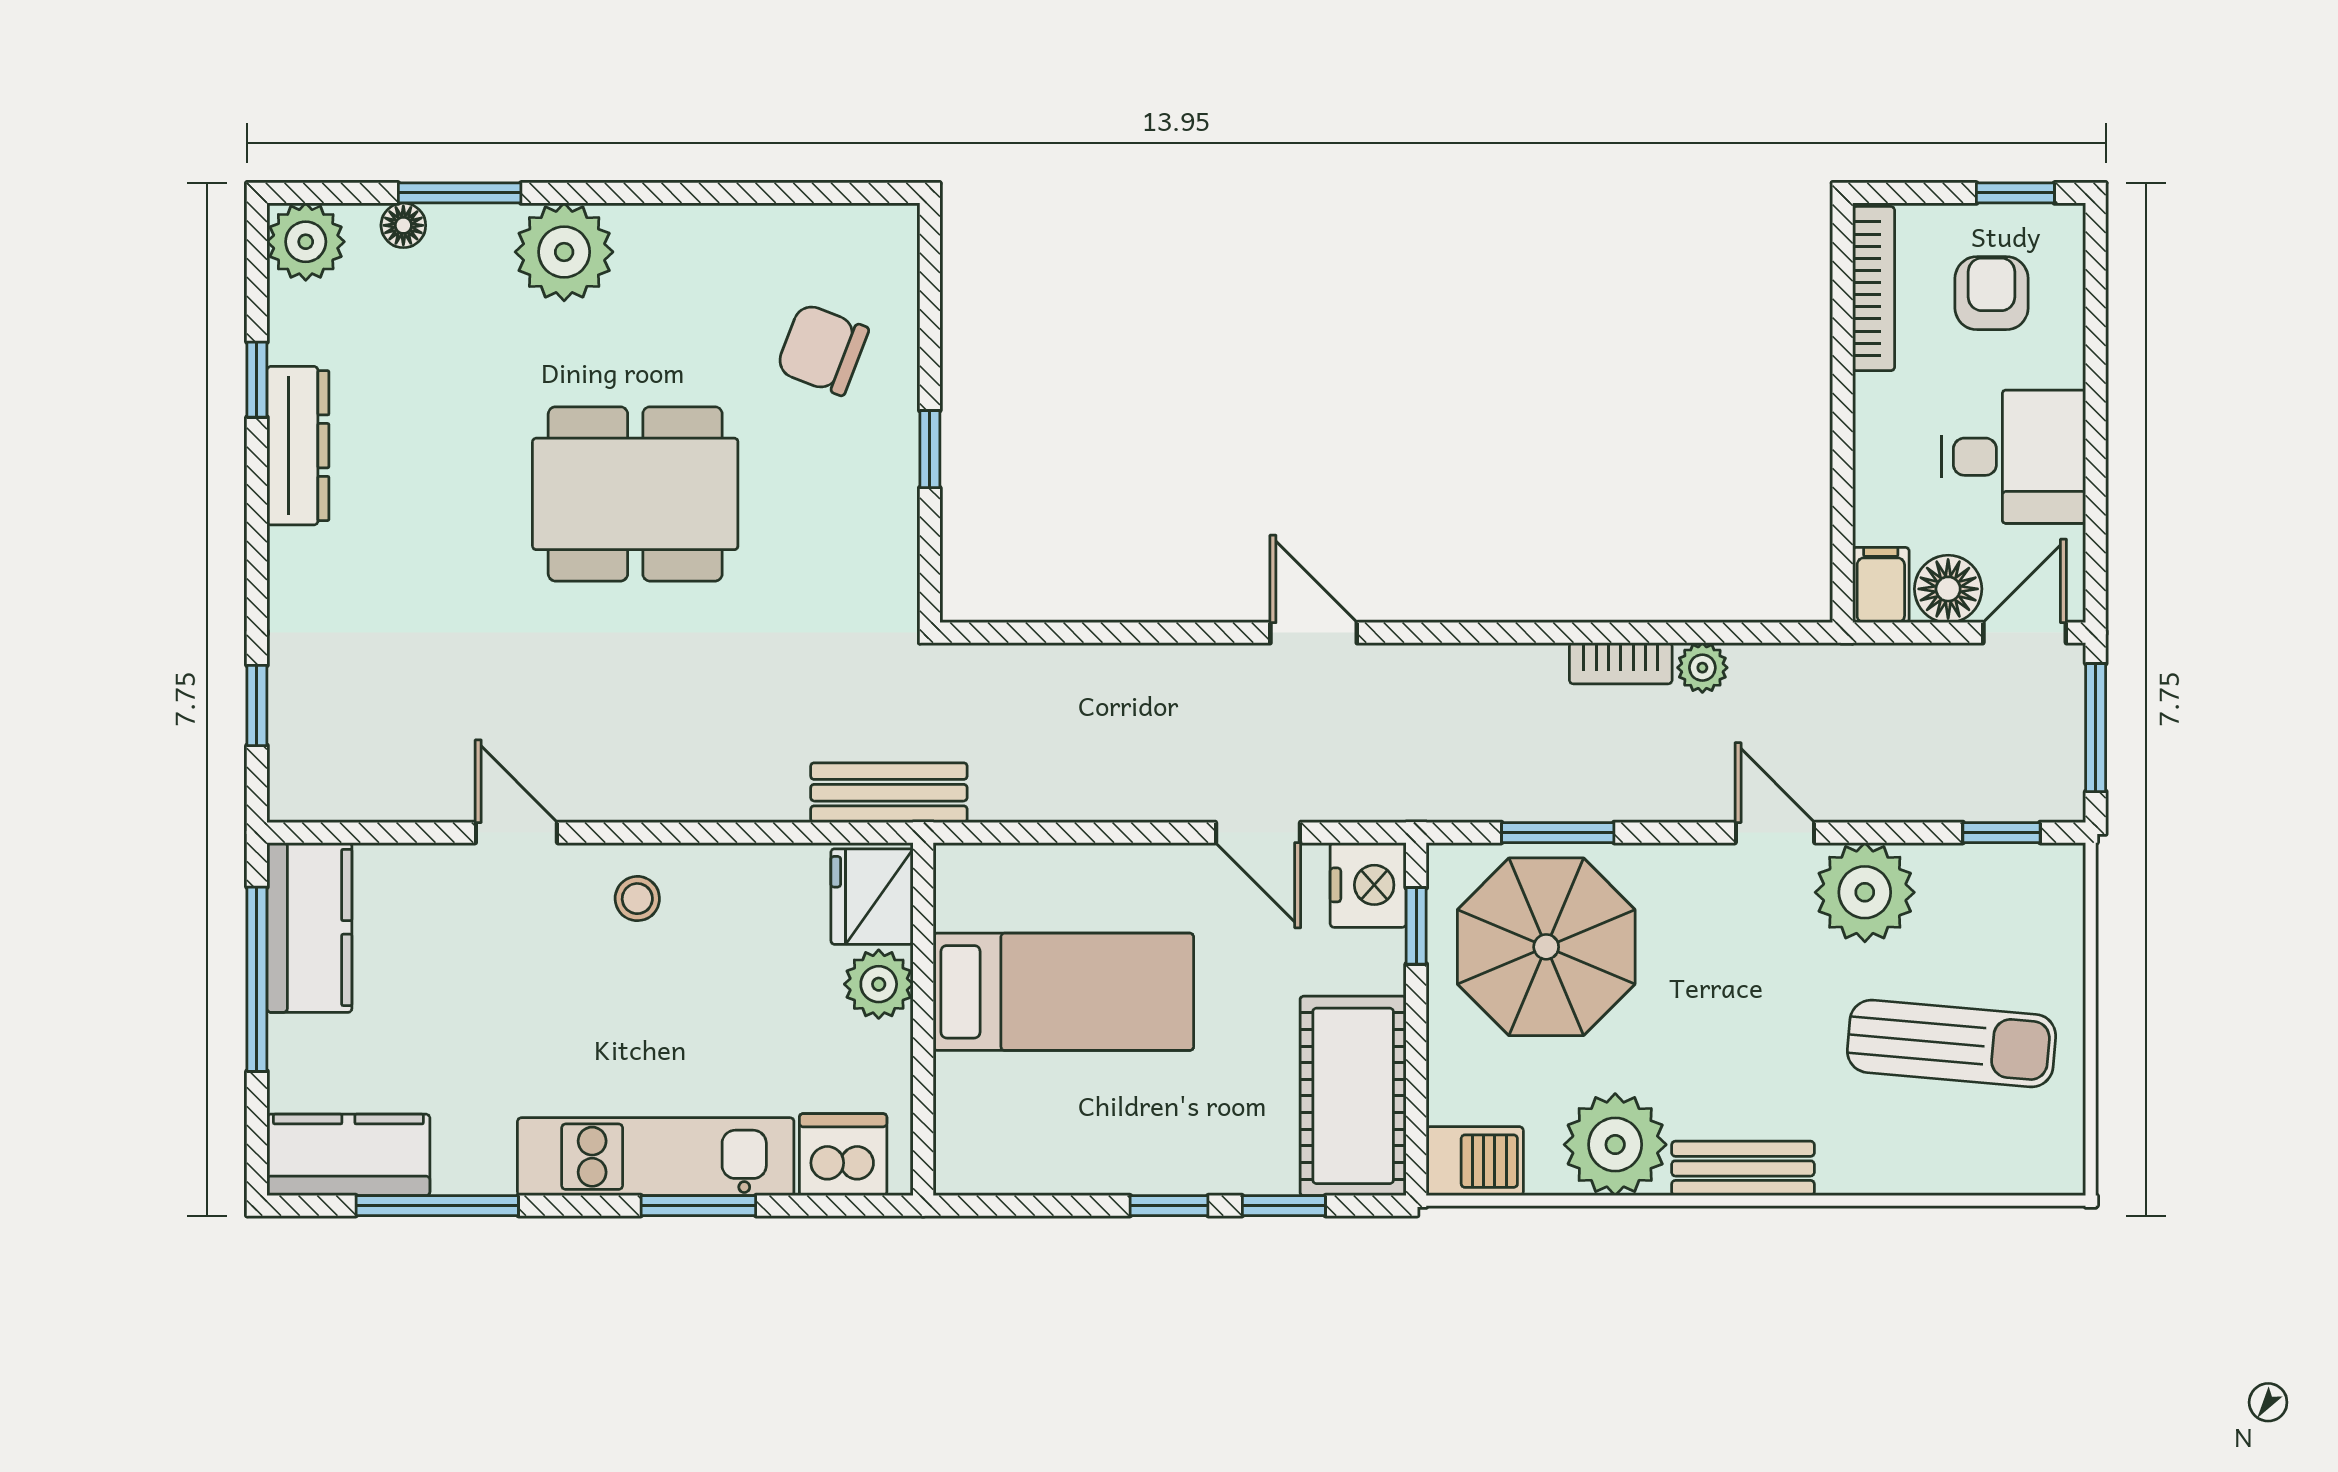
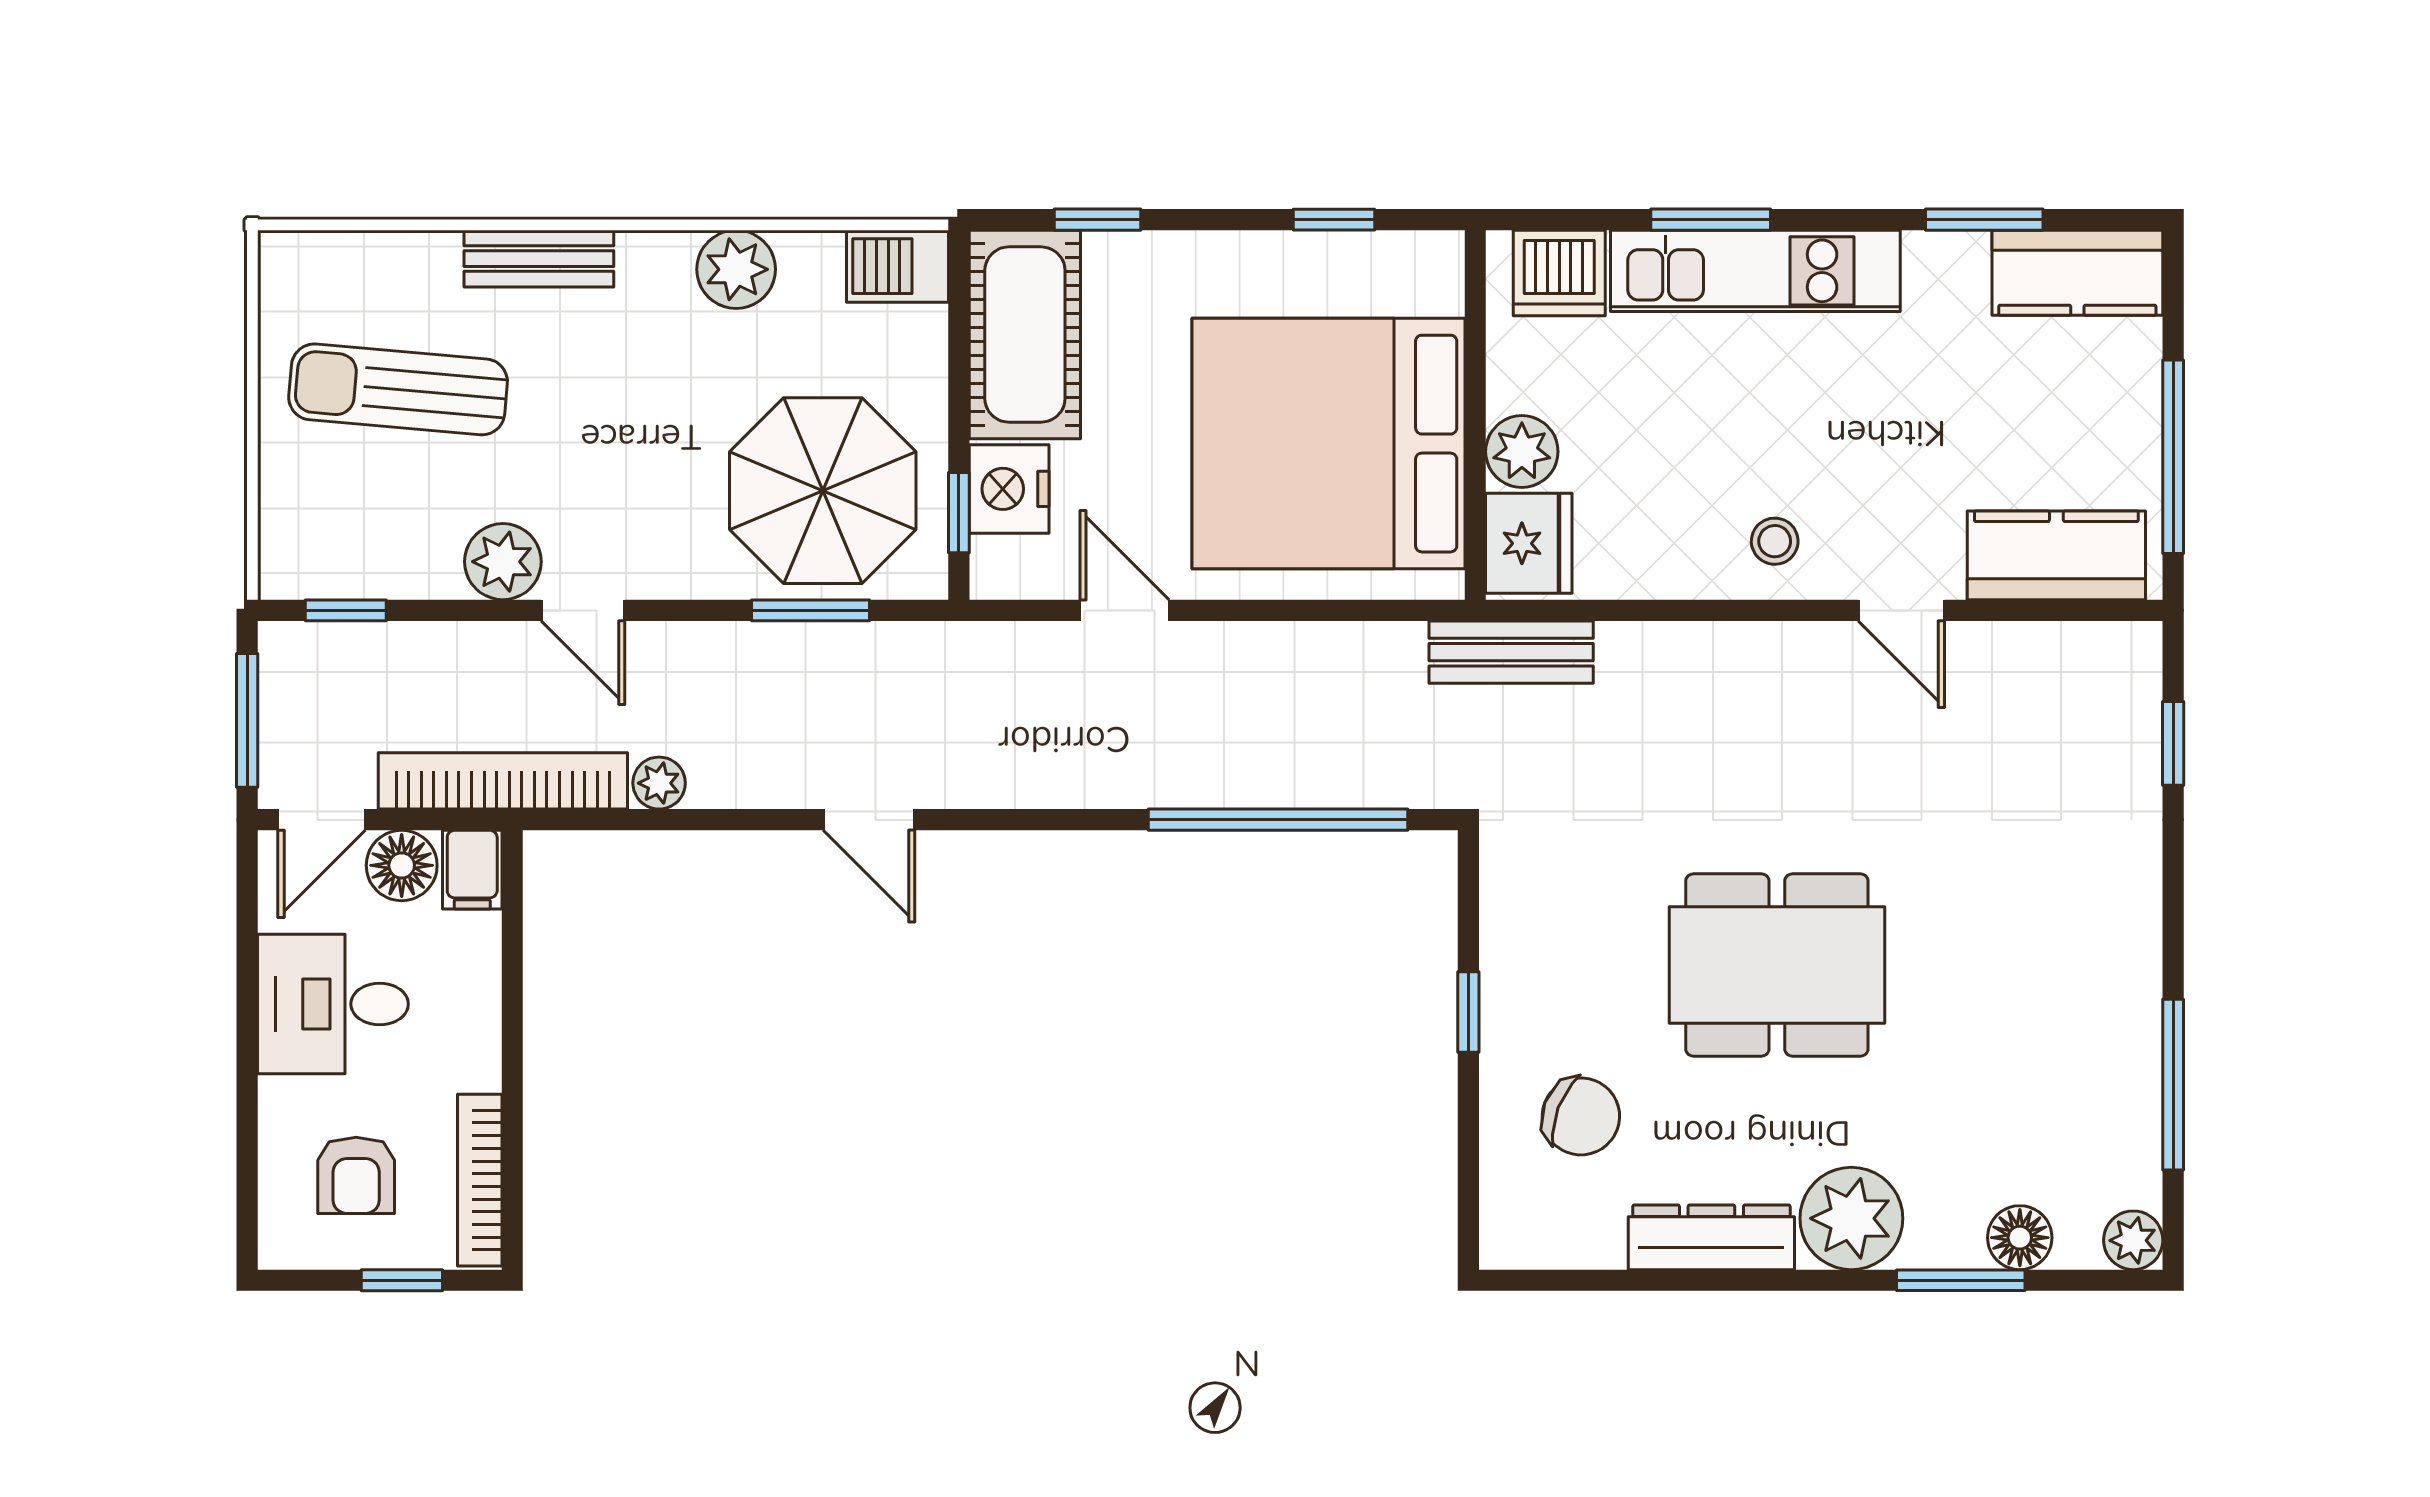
window: (2015, 193) -> (402, 1280), moved
floor lamp: (403, 225) -> (2020, 1238), width x1.37, depth x1.37
plant: (306, 242) -> (2133, 1240), width x0.73, depth x0.73
window: (257, 380) -> (2173, 1085), width x2.17
dresser: (298, 446) -> (1711, 1237), moved, turned 90
window: (1111, 633) -> (1278, 820), added
door: (1314, 633) -> (869, 820), moved
bookcase: (1621, 663) -> (503, 781), moved, width x2.31, depth x1.31
nightstand: (1368, 885) -> (1009, 489), moved
plant: (1865, 892) -> (503, 562), width x0.73, depth x0.73
kitchen counter: (309, 927) -> (2056, 555), moved, turned 90
bed: (1063, 992) -> (1328, 444), width x2.04
plant: (1615, 1145) -> (736, 269), width x0.73, depth x0.73
bench: (1743, 1168) -> (539, 259), moved
window: (437, 1206) -> (1984, 220), width x0.69
window: (1169, 1206) -> (1334, 220), moved

